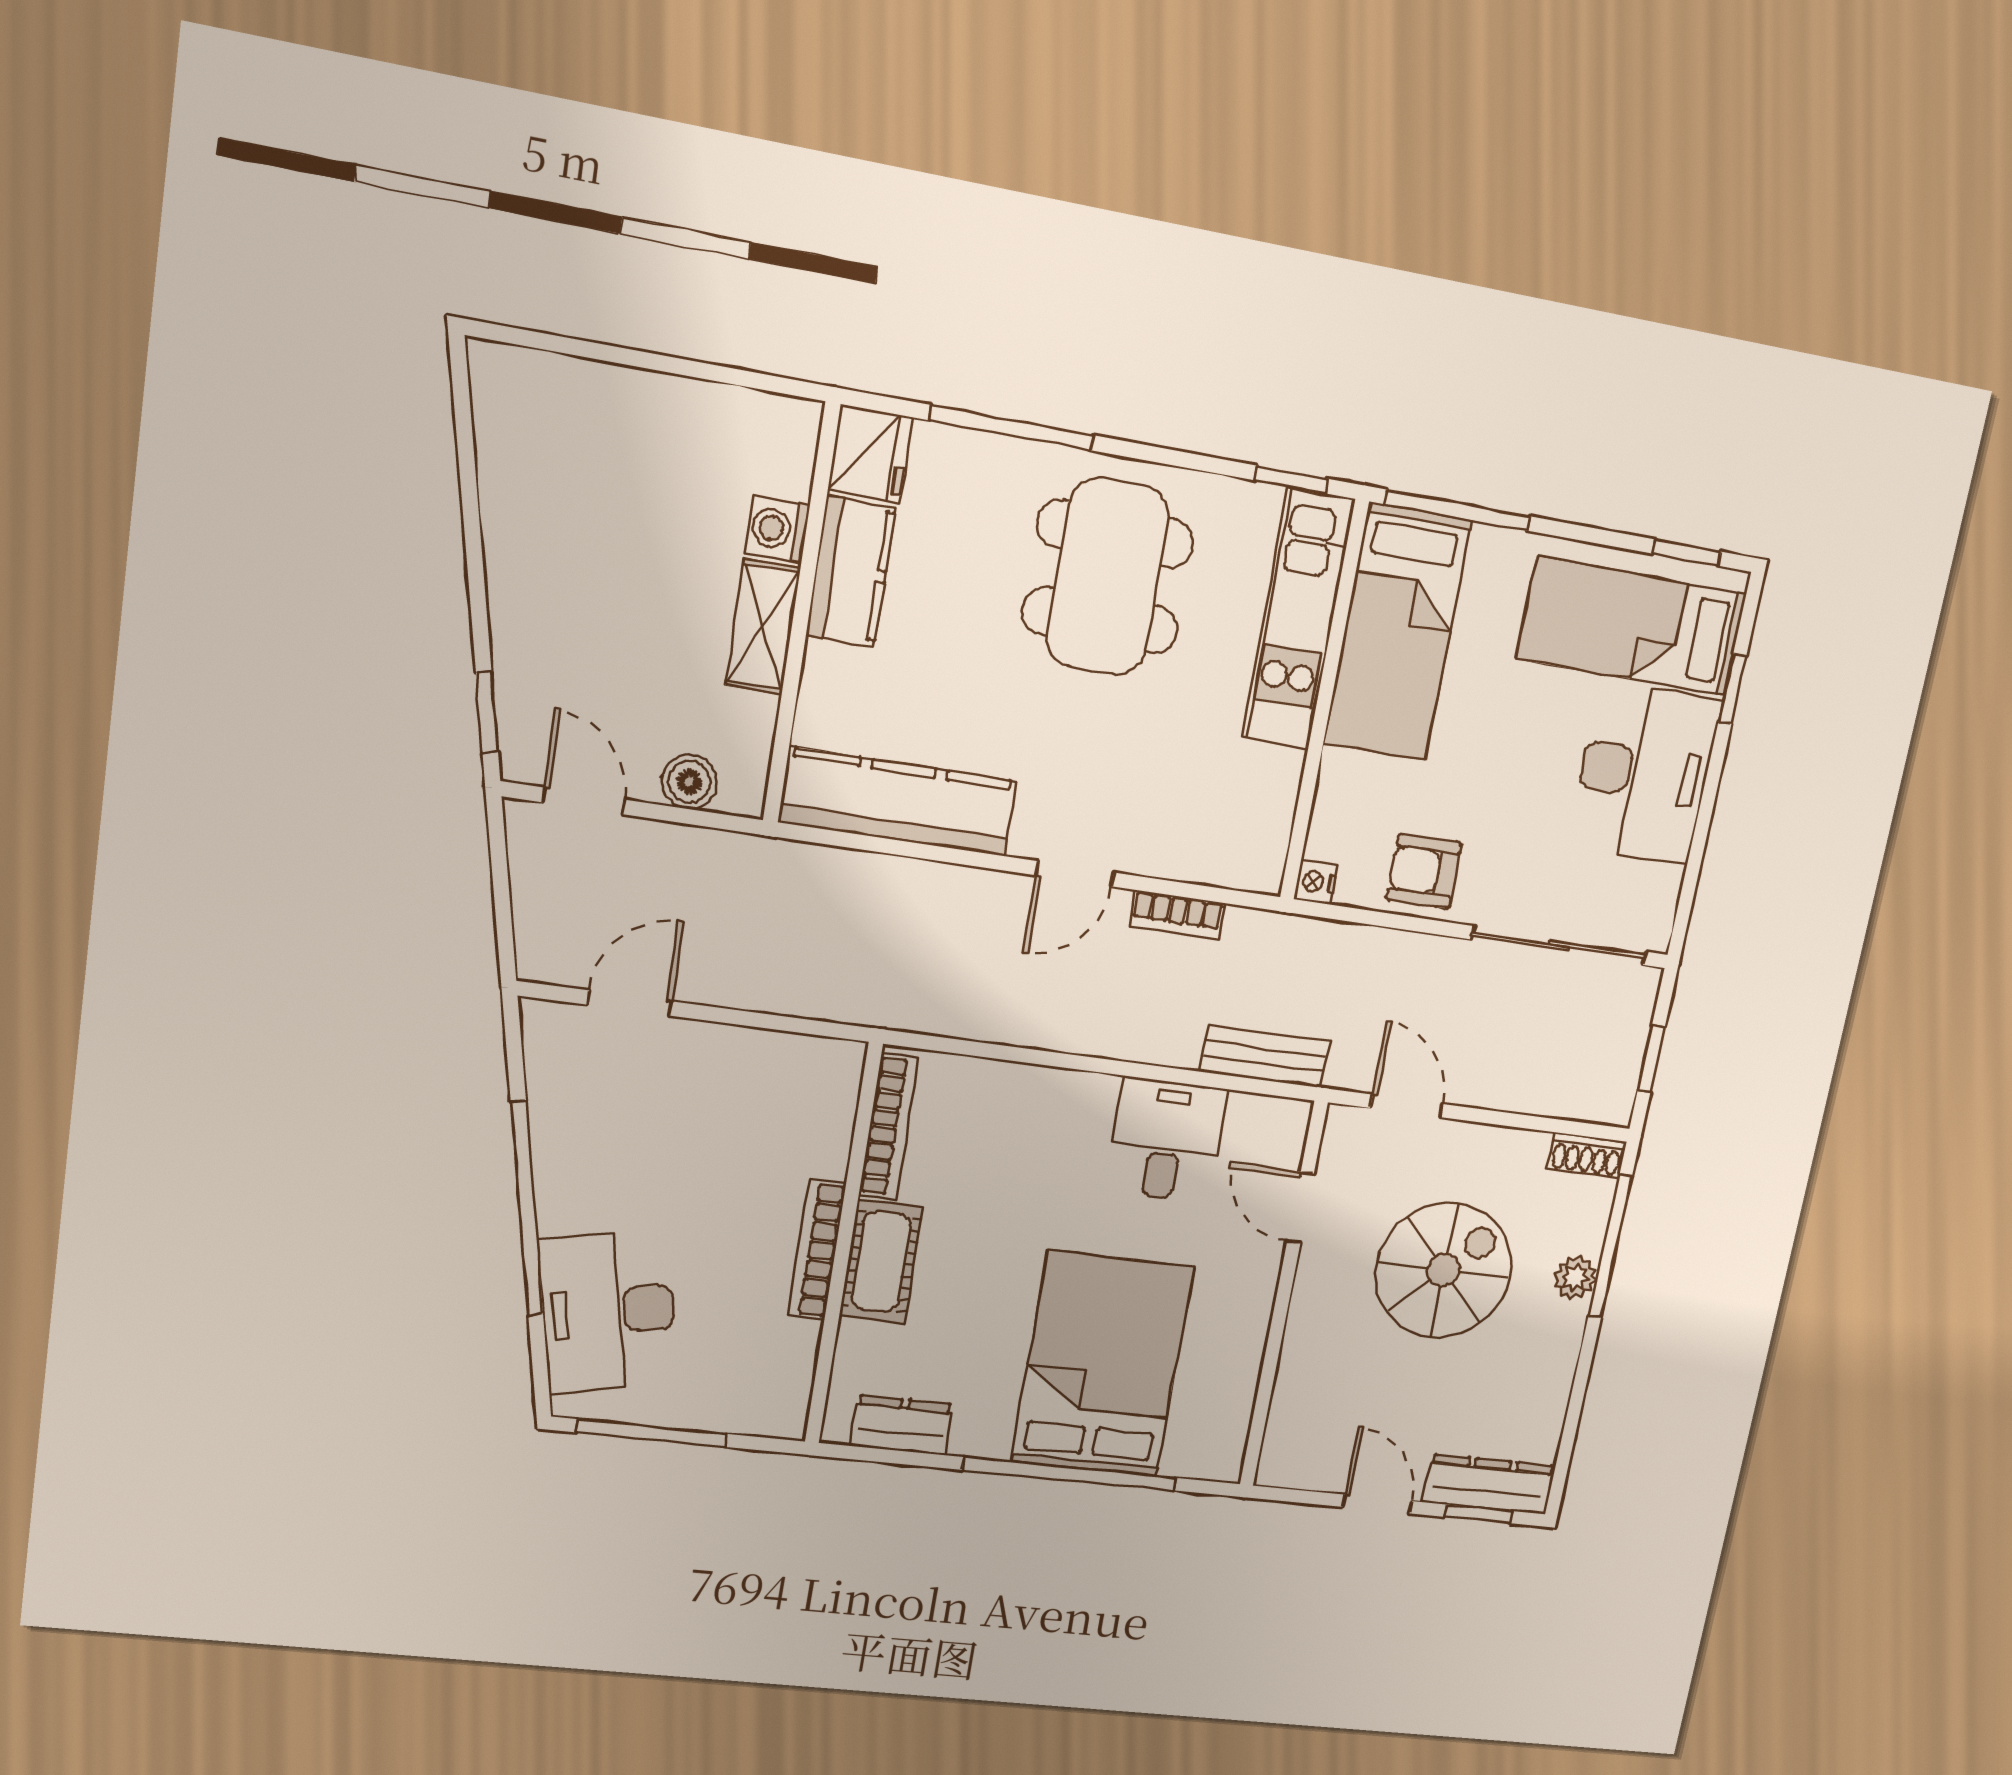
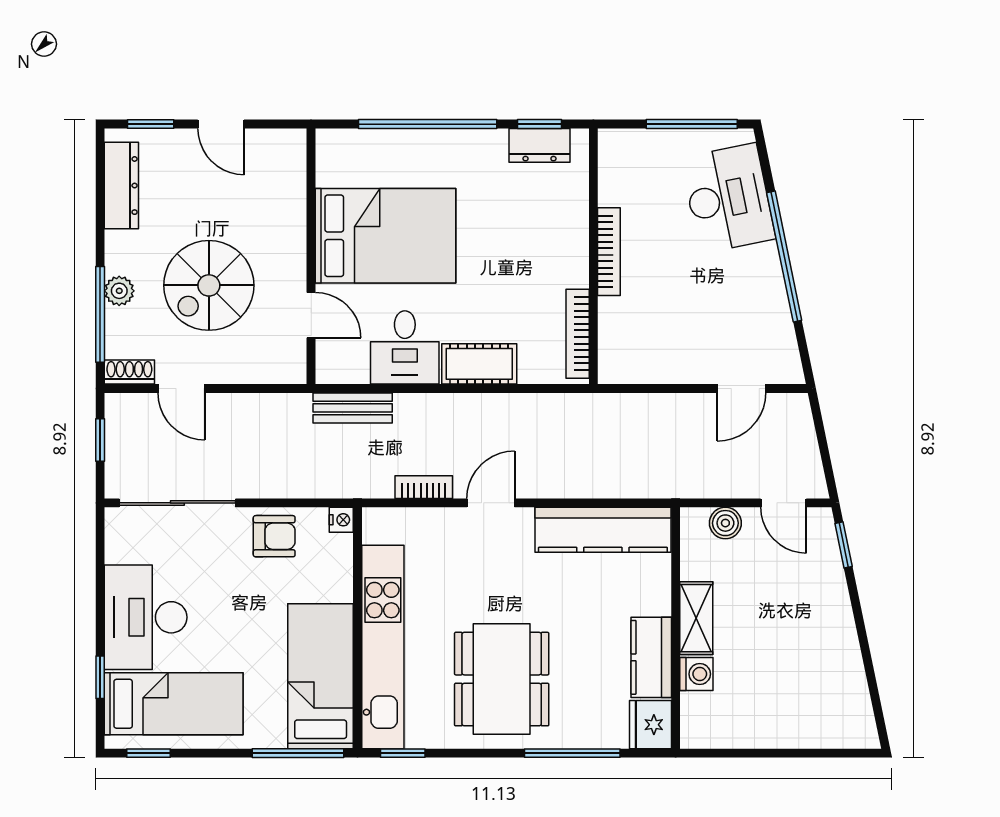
kitchen unit: (1298, 619) -> (383, 647), width x1.36
door: (1407, 1106) -> (181, 389), moved
cot: (881, 1262) -> (479, 364), moved, turned 90
bed: (1102, 1365) -> (385, 236), moved, turned -90
window: (896, 1457) -> (539, 124), added
dresser: (1489, 1484) -> (121, 186), moved, turned -90

